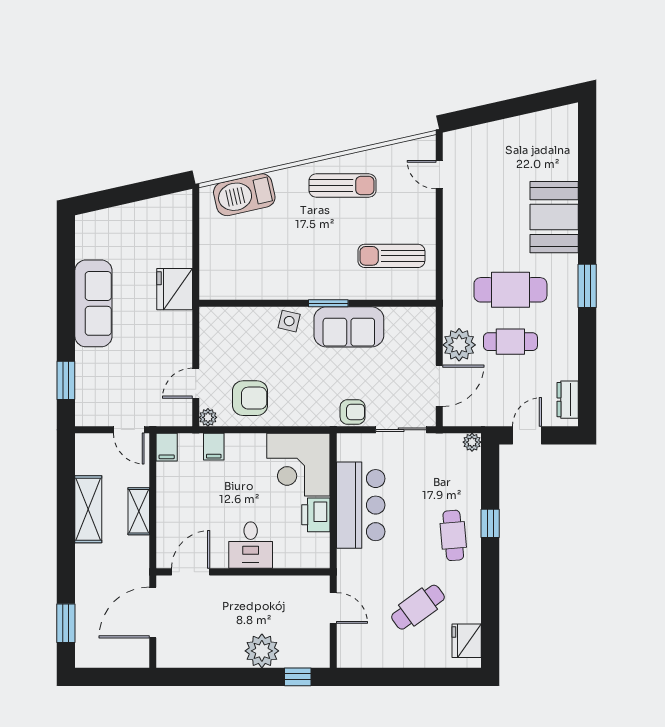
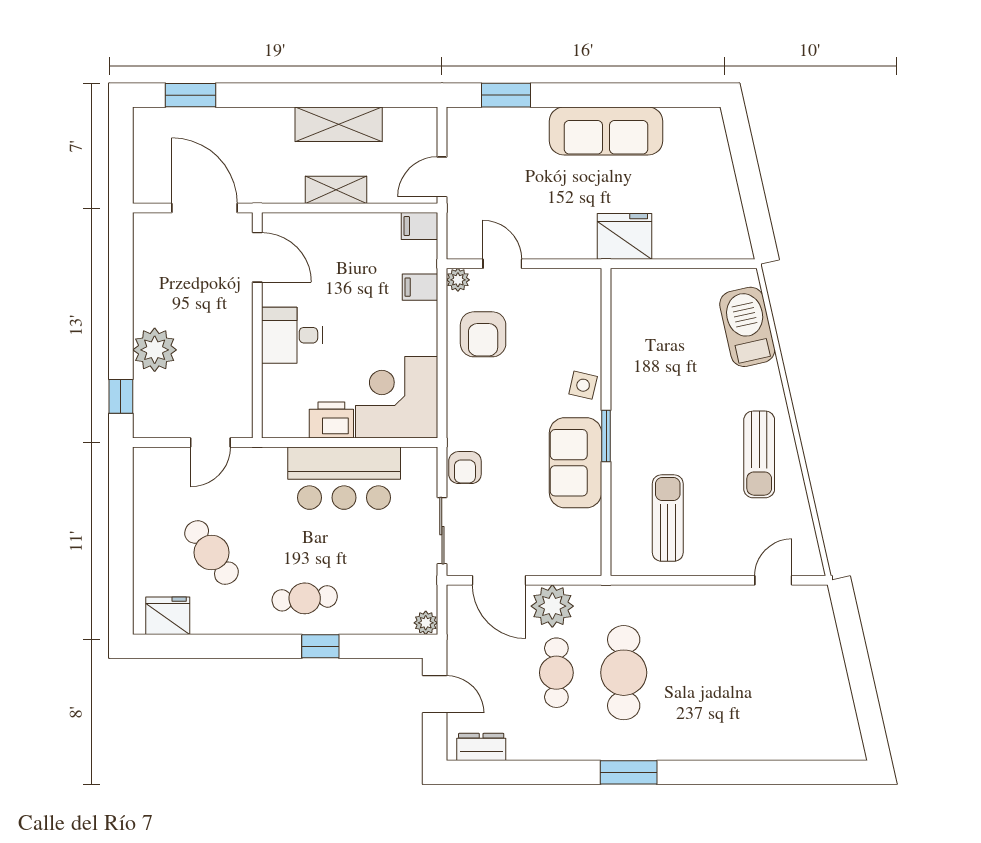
booth: (554, 217) -> (718, 729), removed

